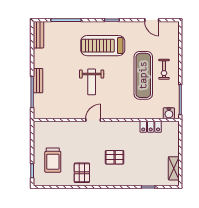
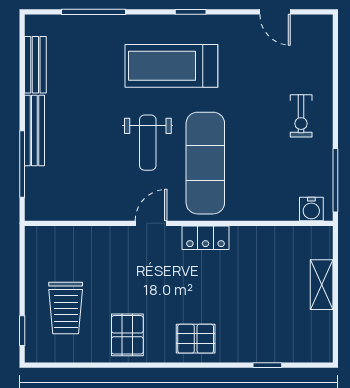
bench: (38, 35) -> (35, 65), moved
exercise mat: (143, 75) -> (205, 163), moved
bench: (38, 81) -> (34, 130), width x1.36
locker: (151, 127) -> (206, 238), moved
pallet: (115, 157) -> (196, 339), moved
shelving: (174, 168) -> (322, 285), moved

